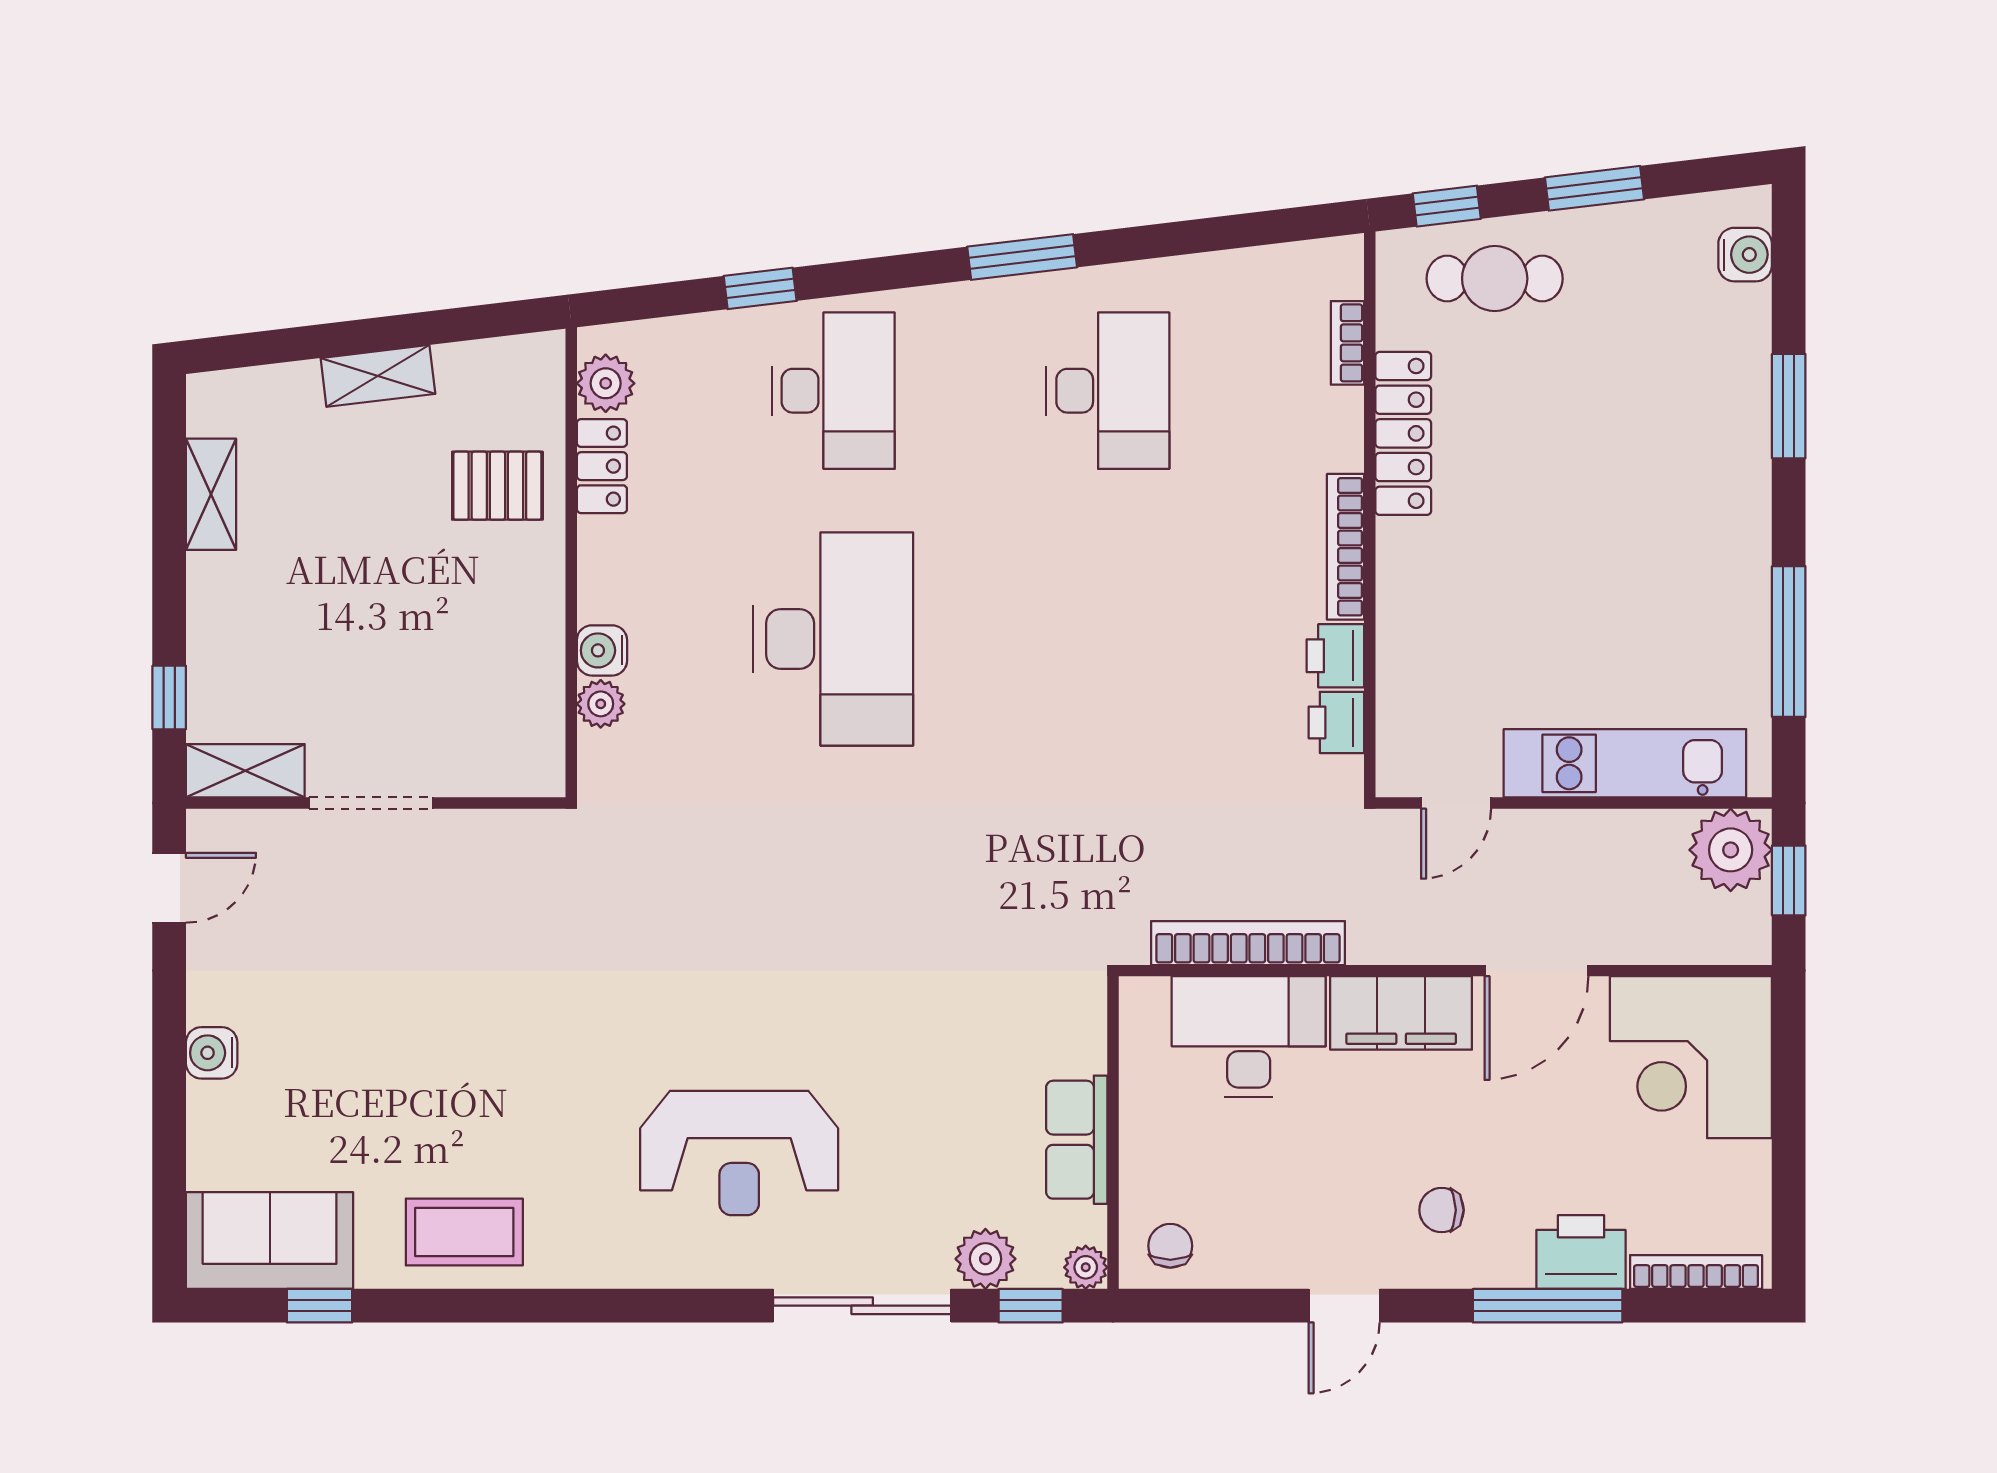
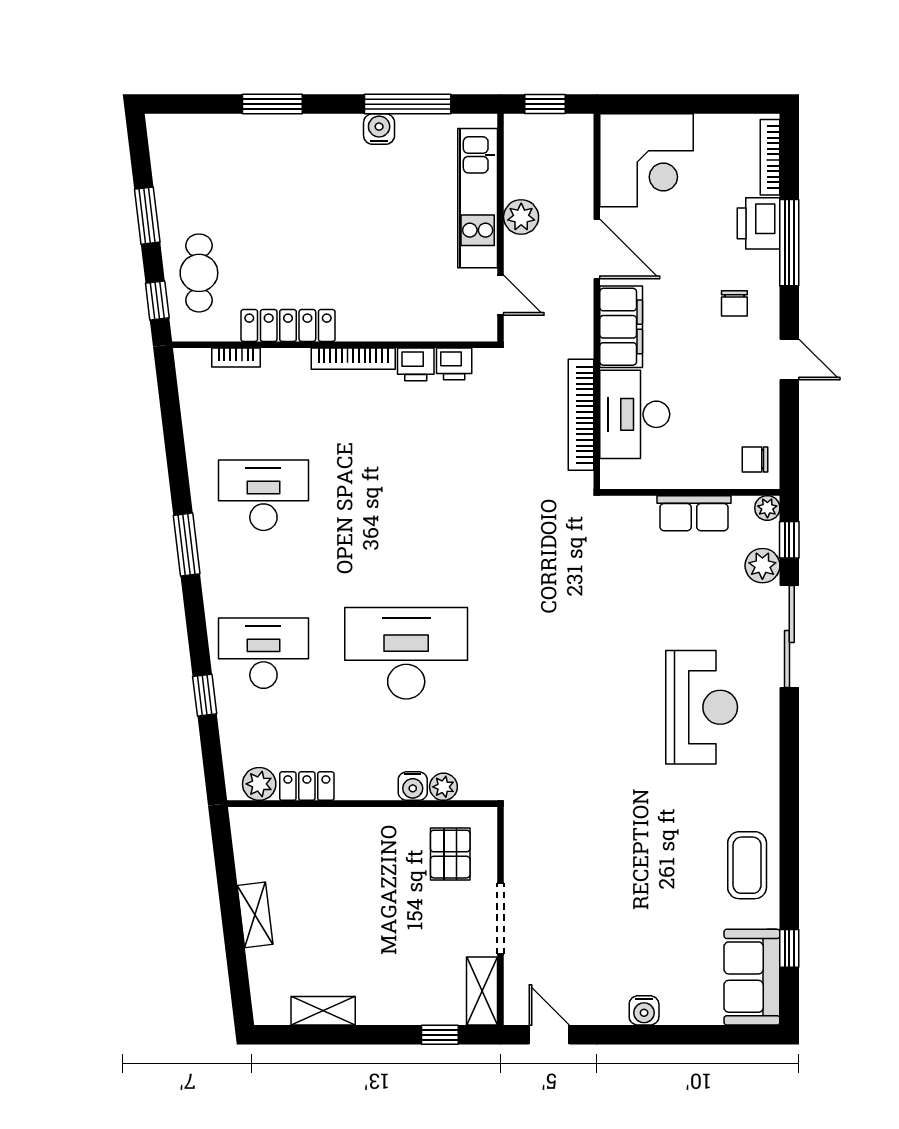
water cooler: (1745, 255) -> (379, 129), moved
pallet: (497, 486) -> (450, 854), moved
plant: (1731, 850) -> (521, 217), moved, width x0.73, depth x0.73

